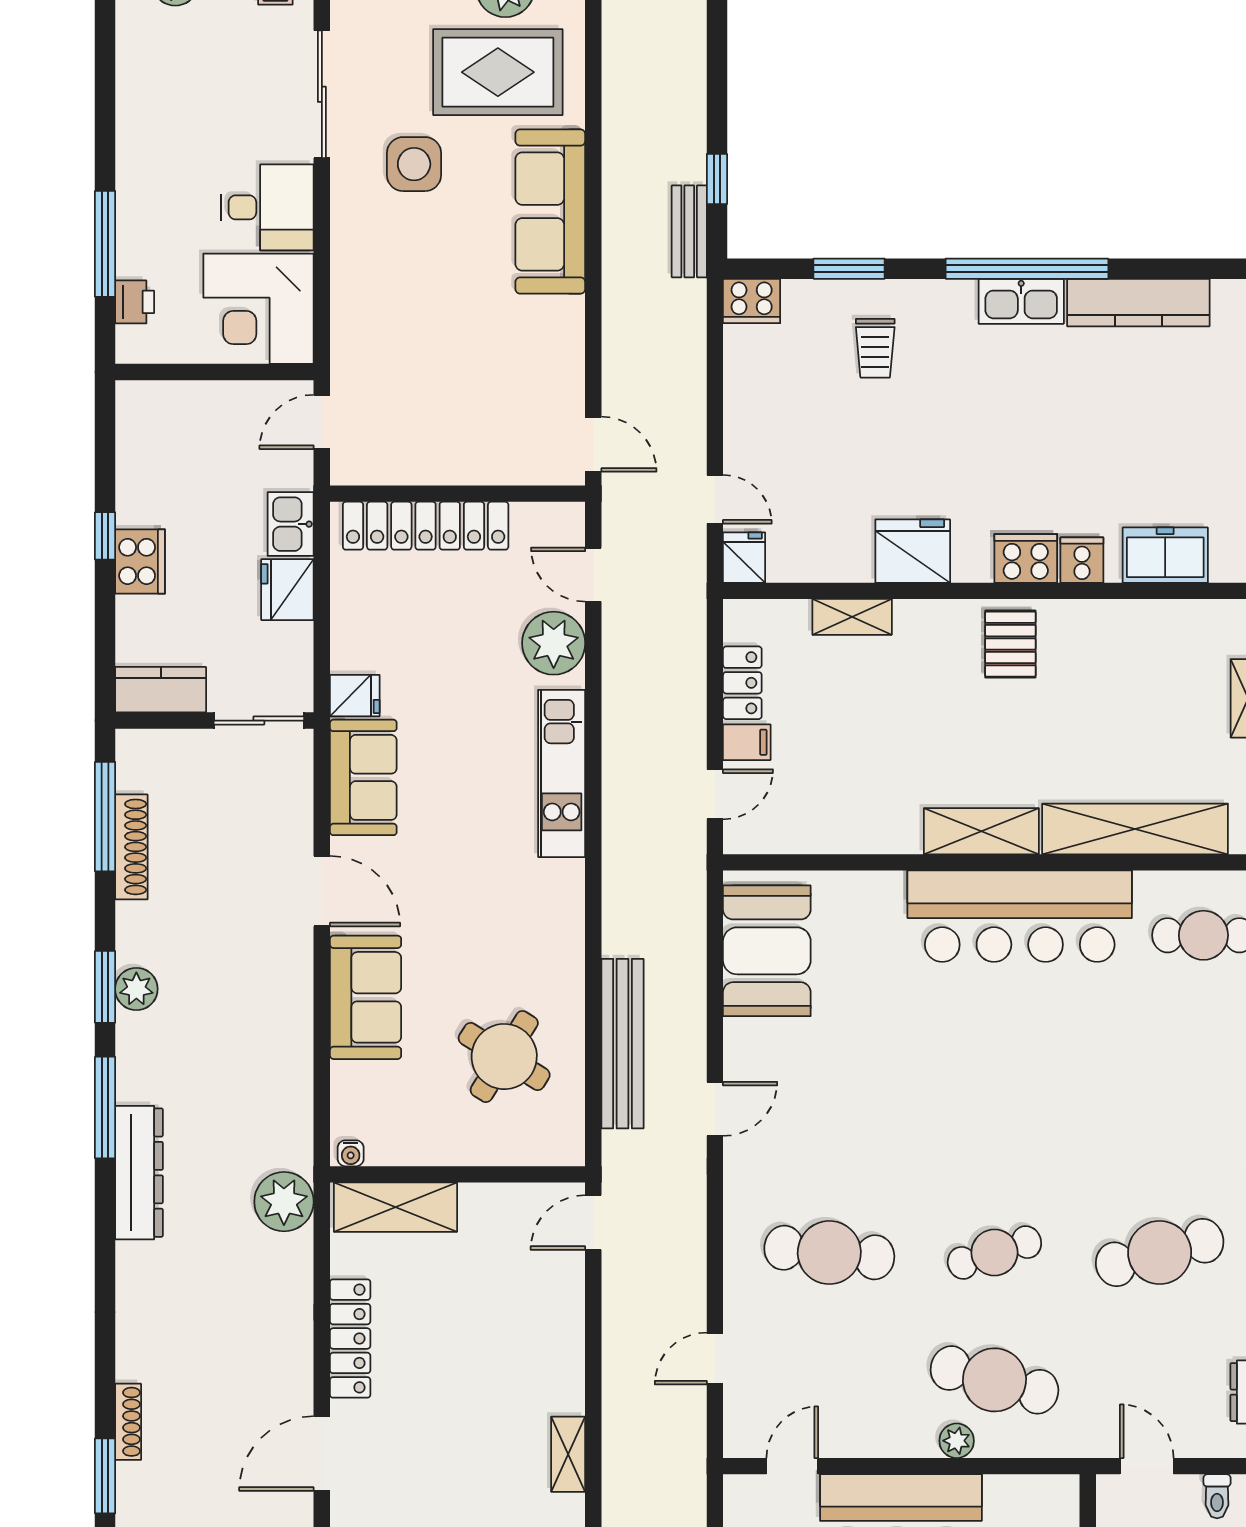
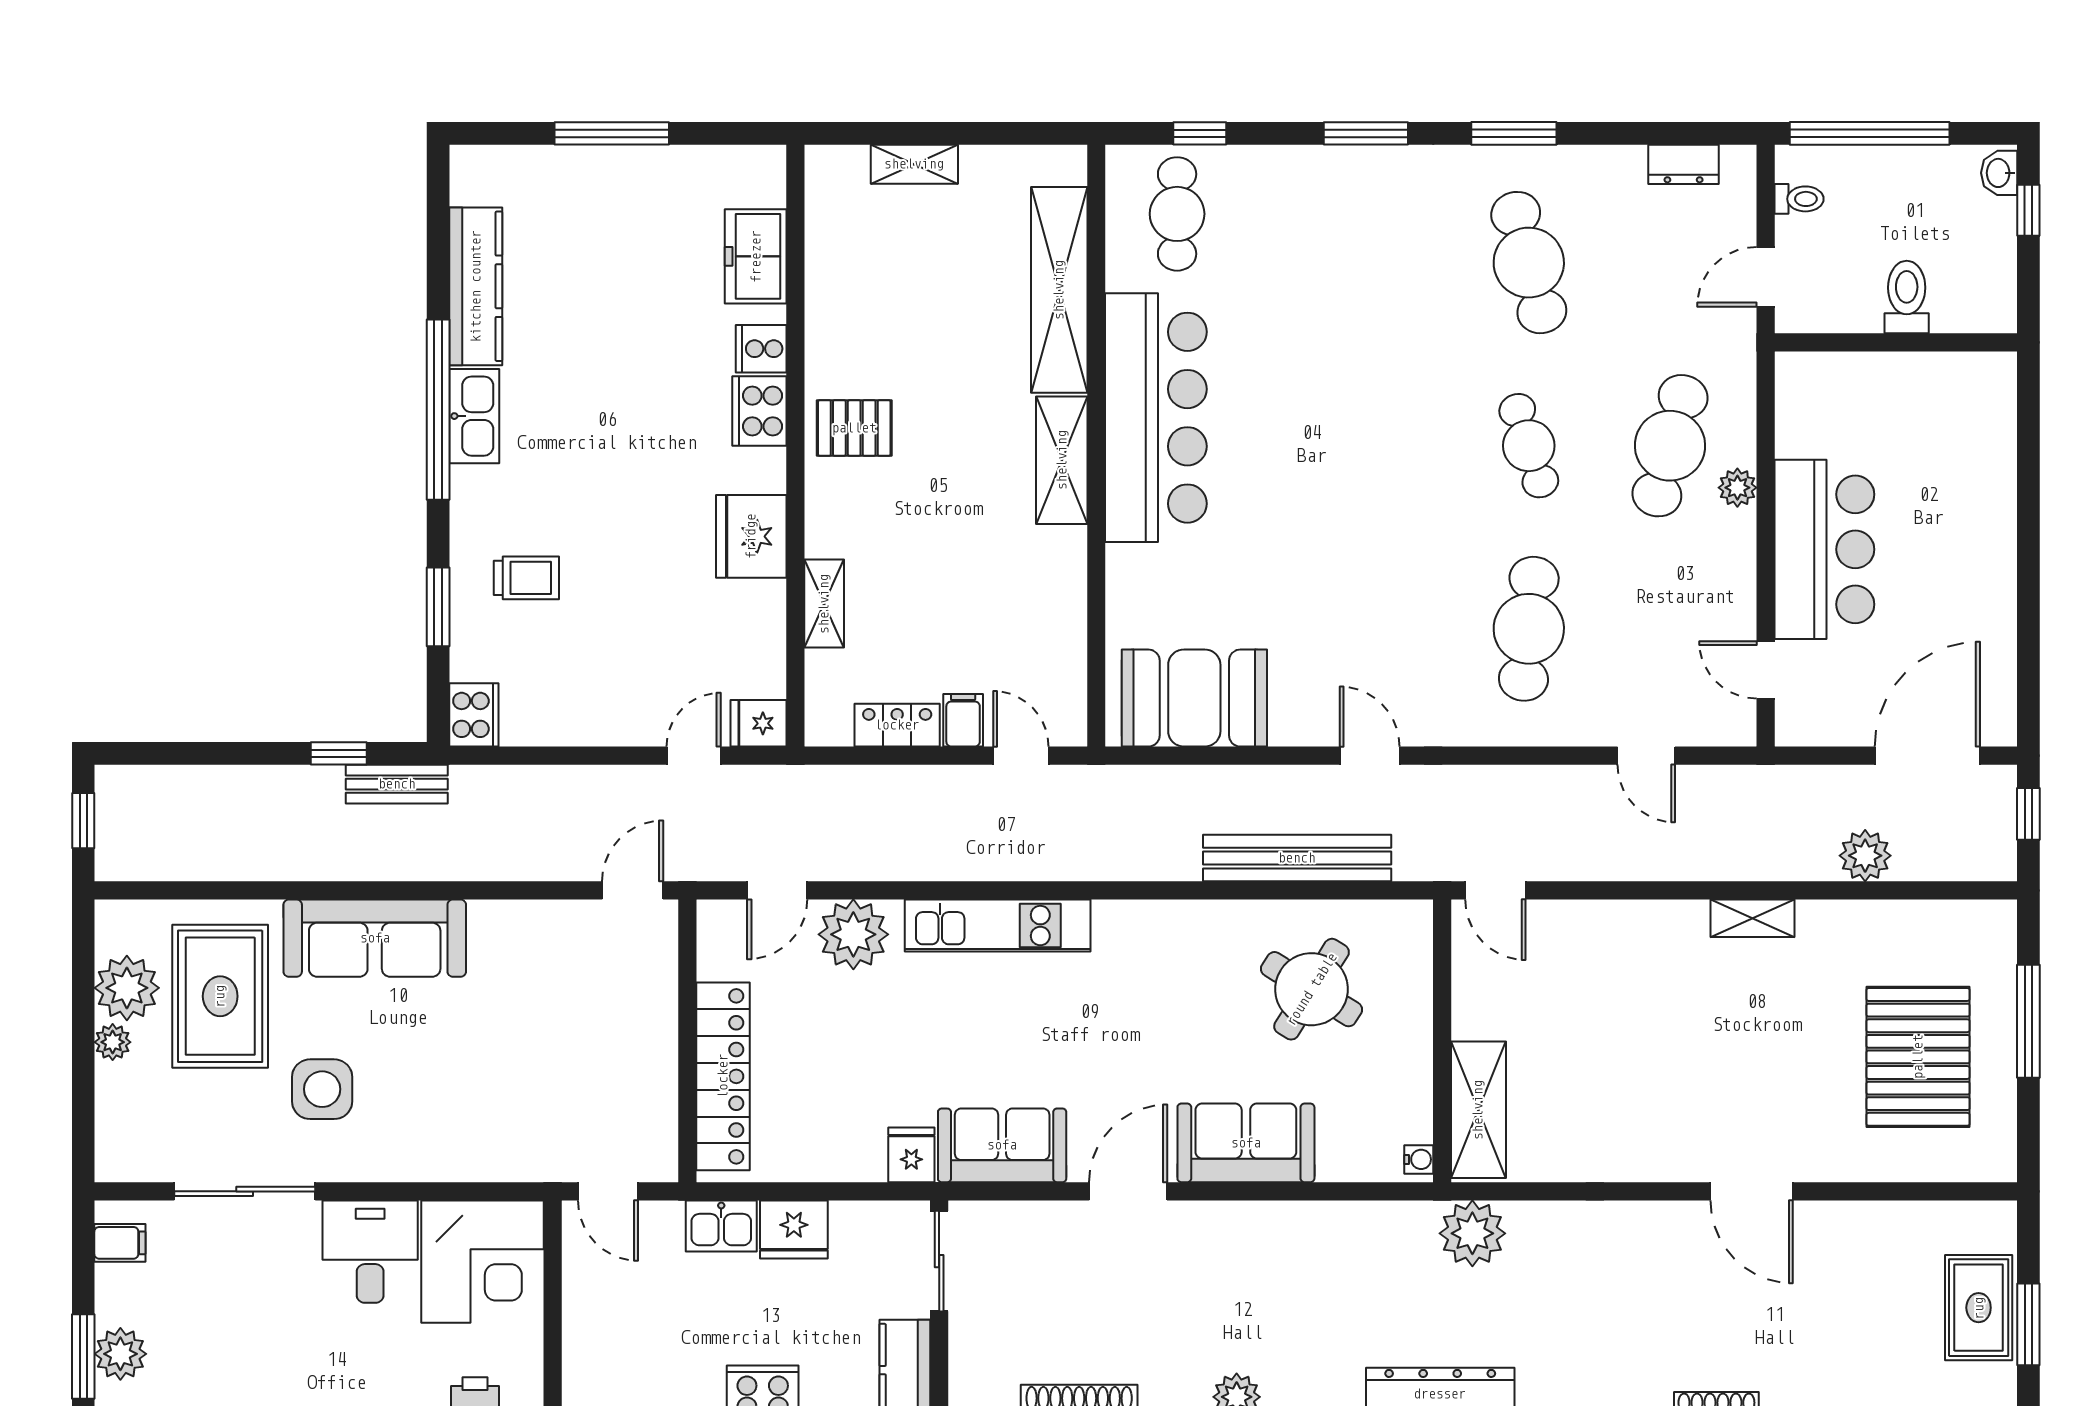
locker: (350, 1339) -> (1624, 1160), removed

